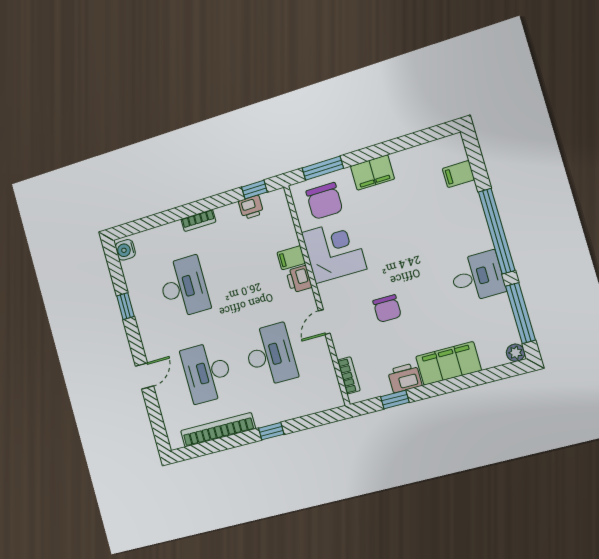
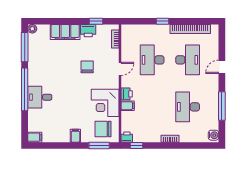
filing cabinet: (372, 173) -> (75, 136), width x0.50
filing cabinet: (458, 174) -> (35, 137), moved
chair: (324, 201) -> (103, 129), turned -90
printer: (251, 207) -> (127, 137), moved
desk: (477, 277) -> (40, 97), moved
window: (125, 306) -> (222, 106), width x2.17

